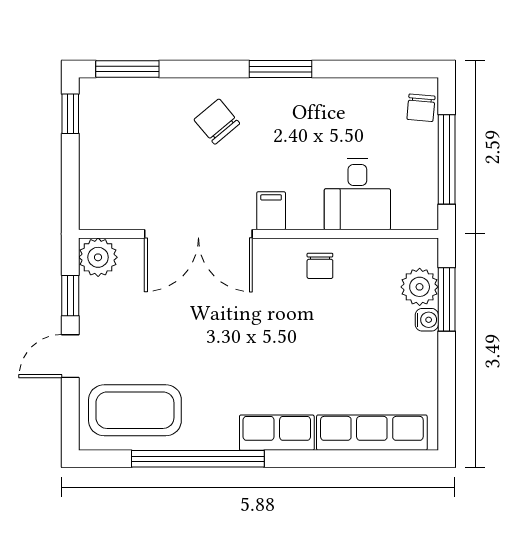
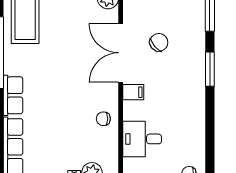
window: (280, 69) -> (210, 69), moved
chair: (217, 122) -> (159, 42), moved

